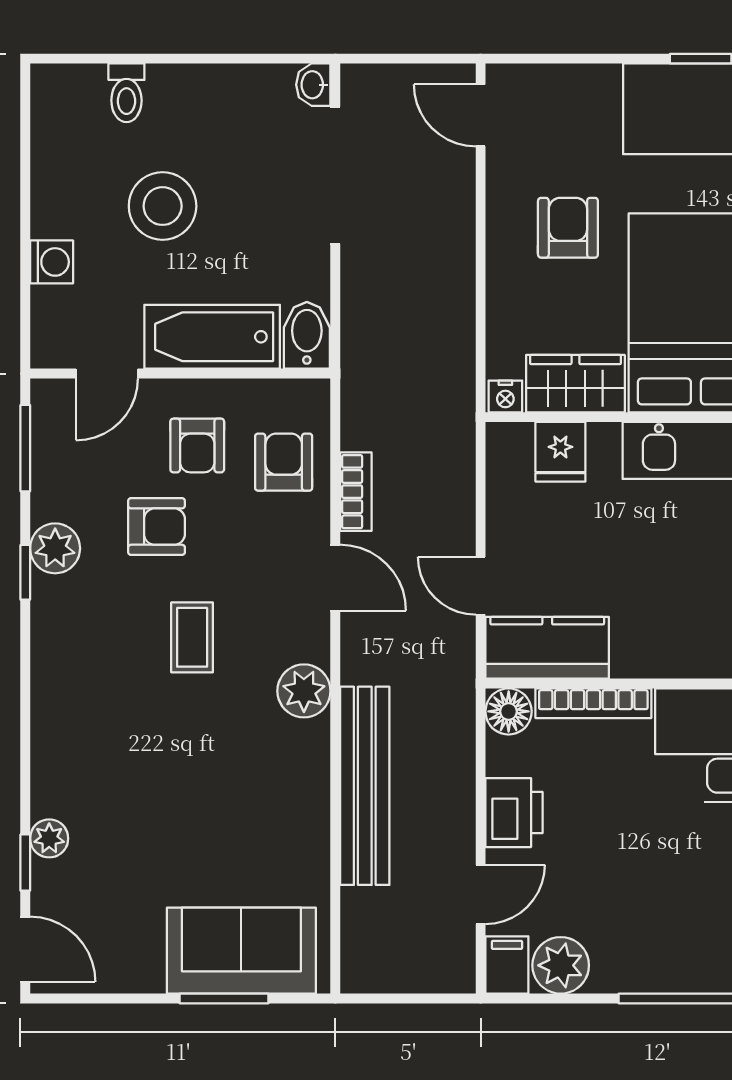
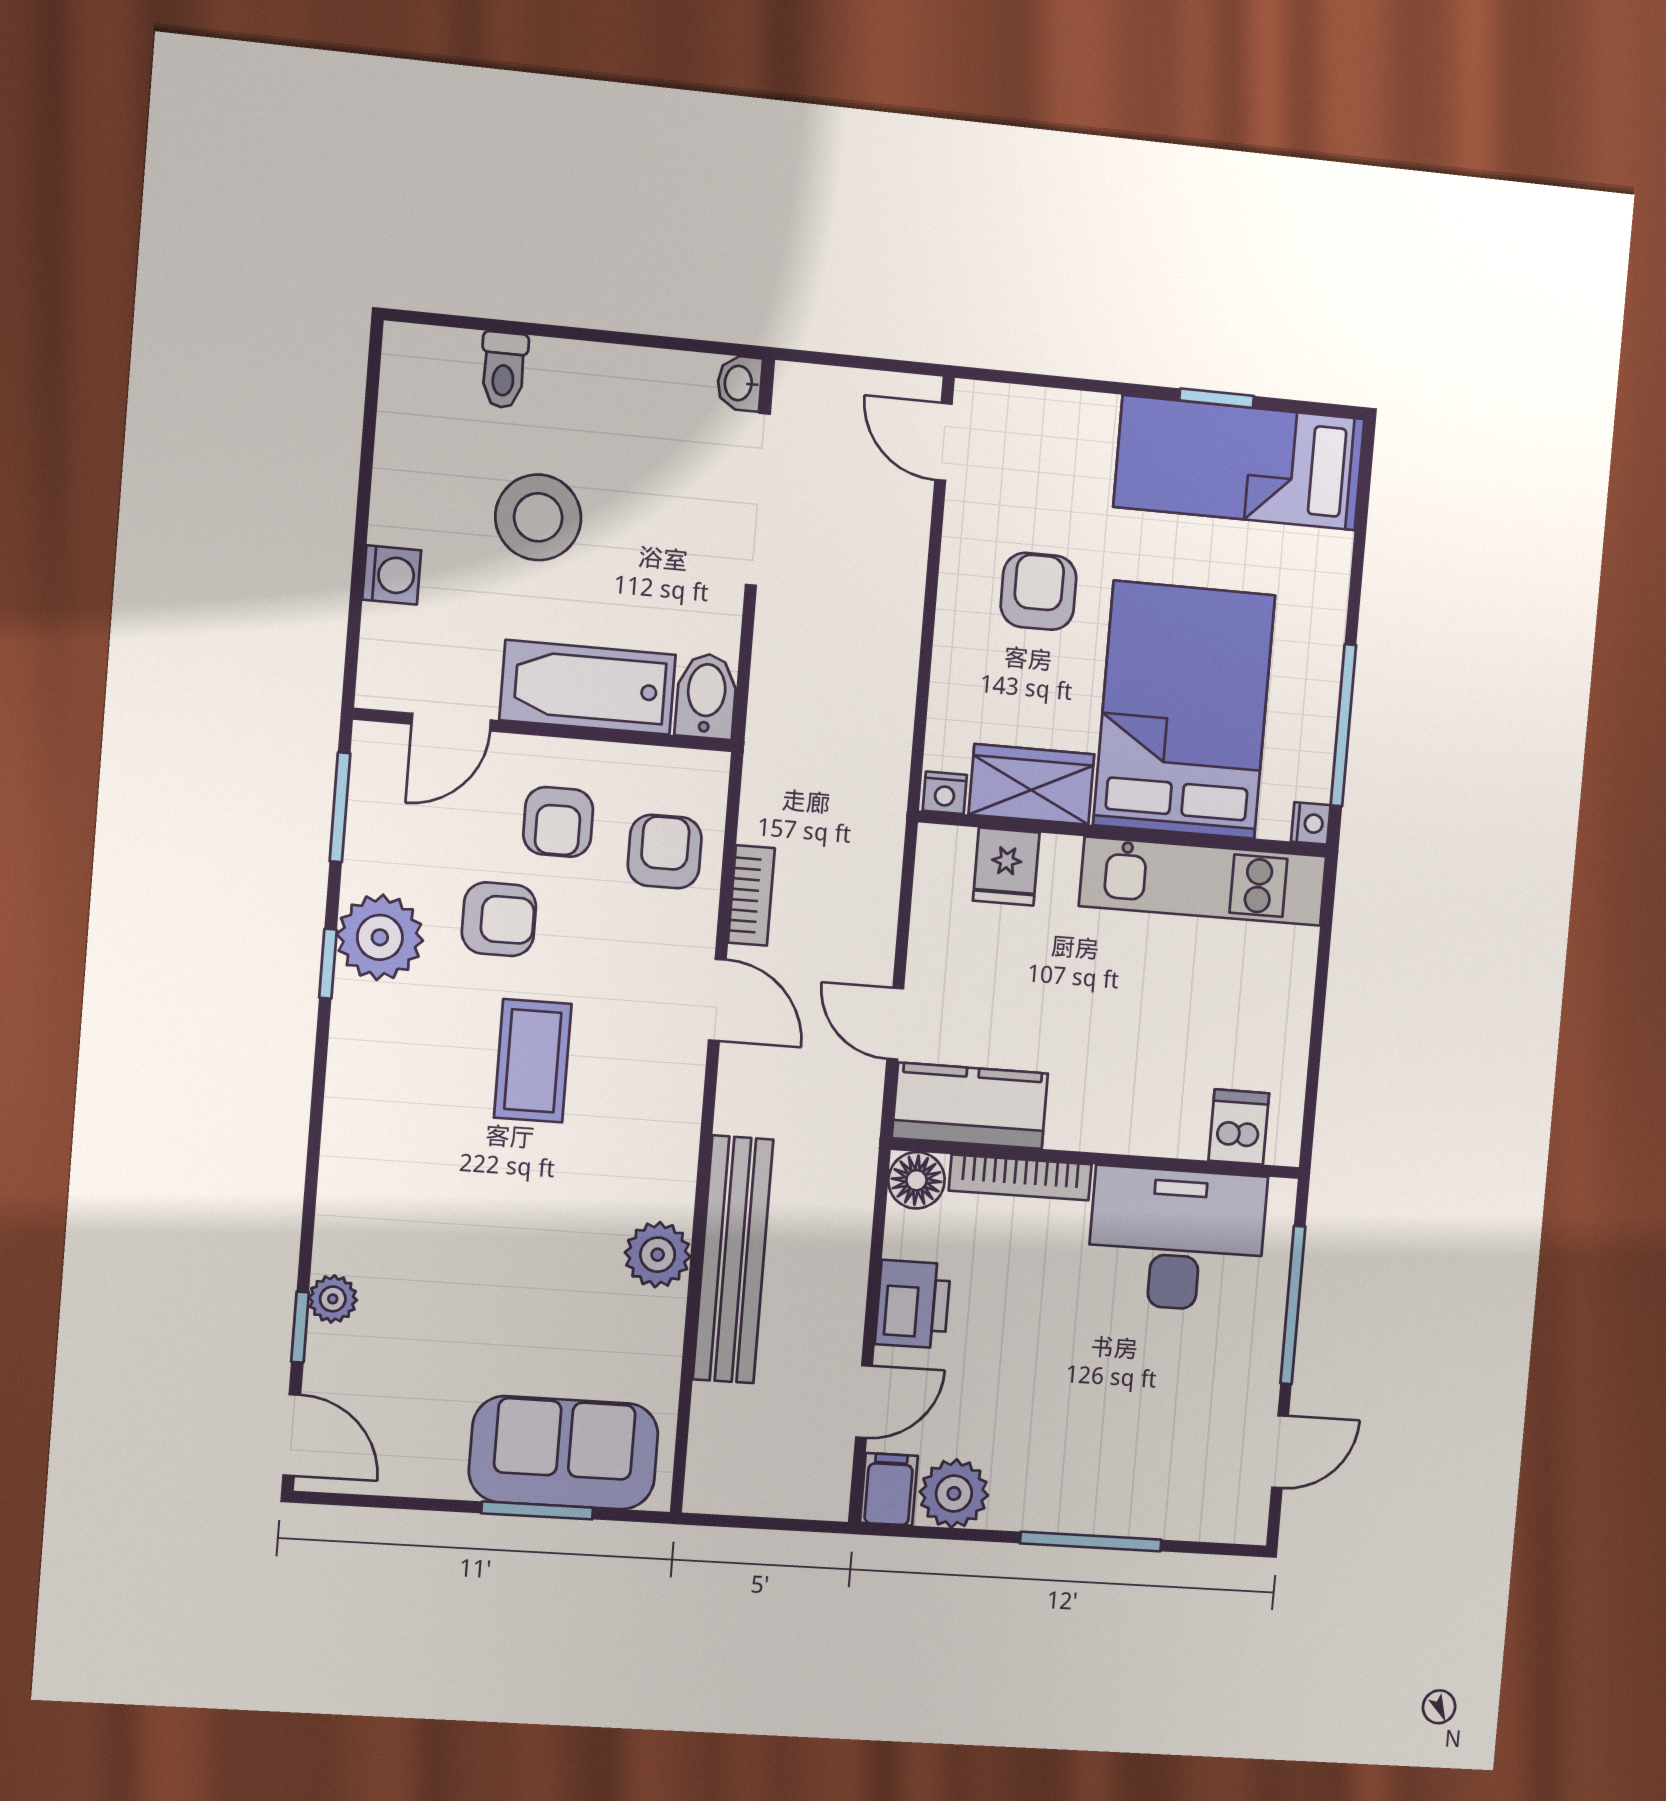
plant: (55, 548) -> (380, 937), width x1.36, depth x1.36
coffee table: (192, 637) -> (533, 1061), width x1.36, depth x1.30
plant: (304, 691) -> (658, 1255), moved

